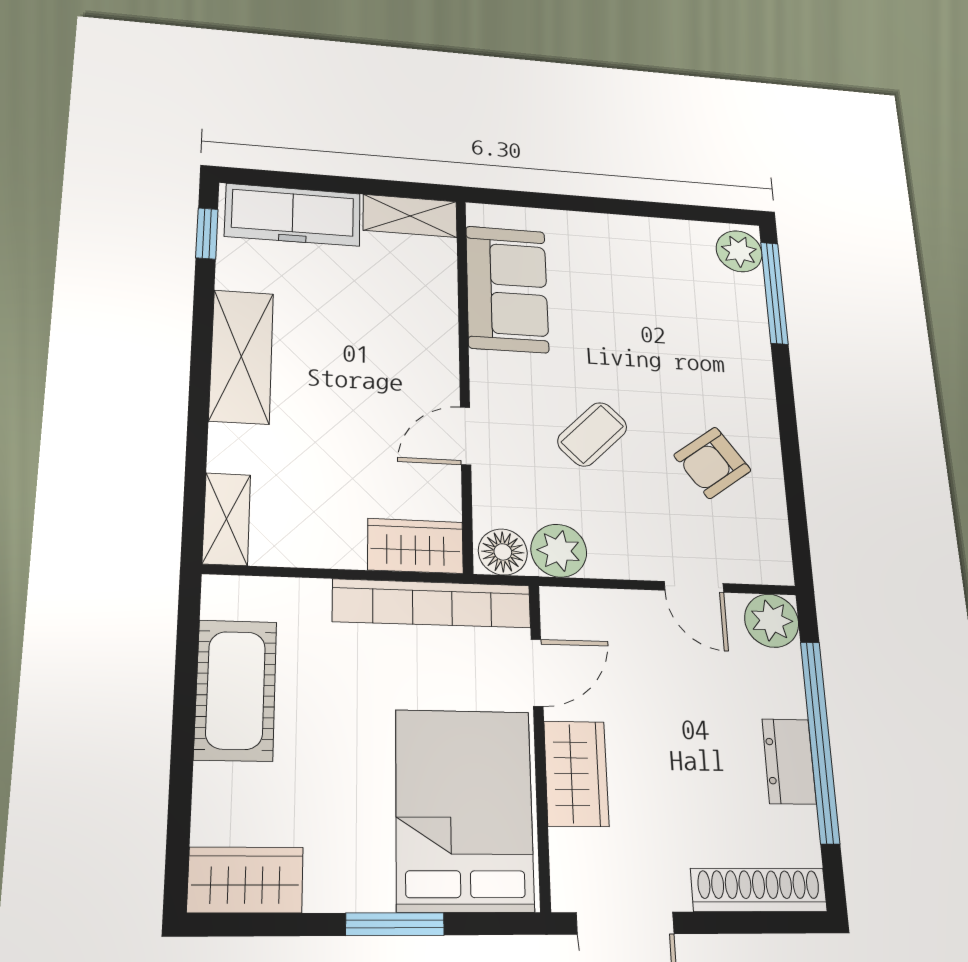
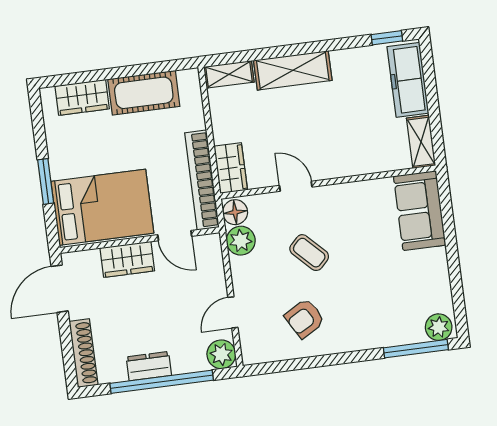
sofa: (507, 289) -> (420, 211), moved, turned 90
shelving: (241, 356) -> (293, 70), moved
armchair: (712, 463) -> (305, 318), turned -84
wardrobe: (245, 880) -> (82, 97), moved, turned 90

